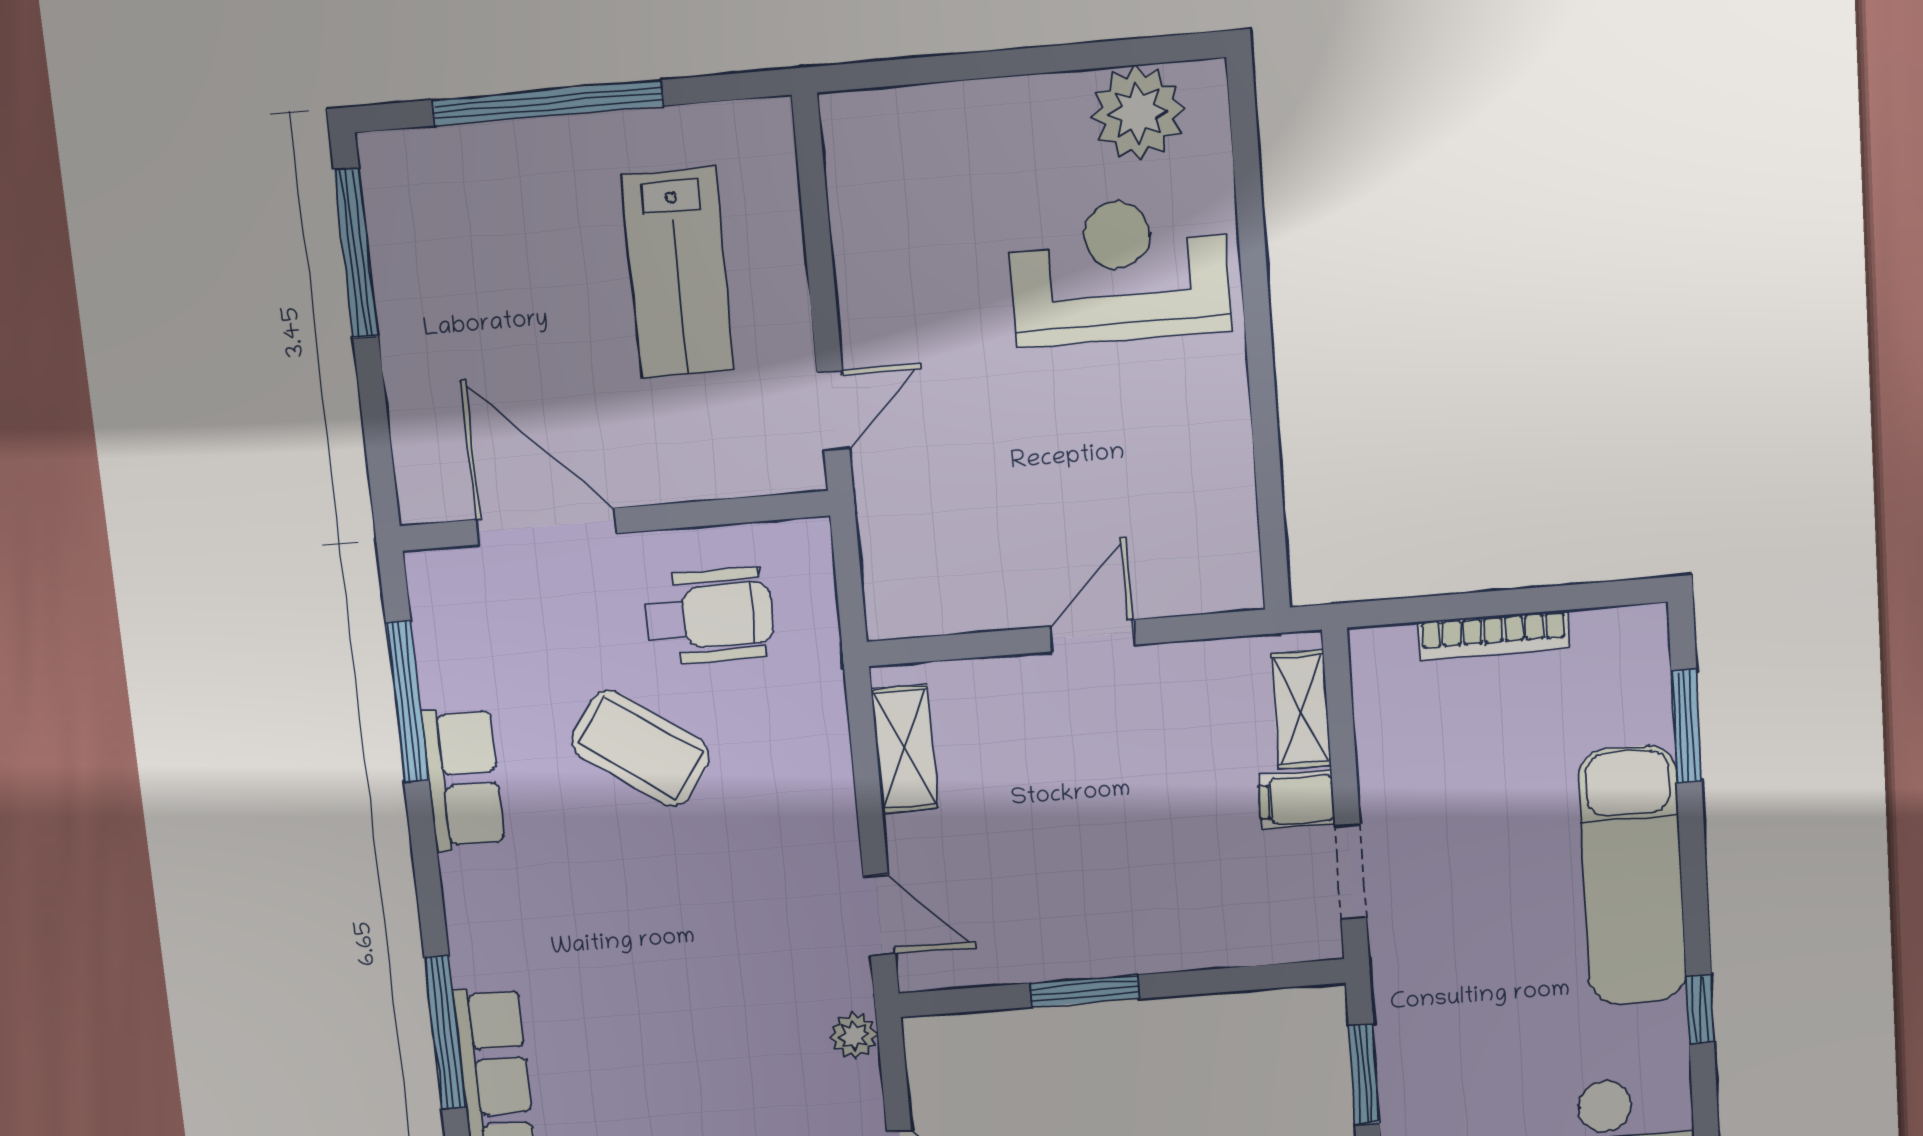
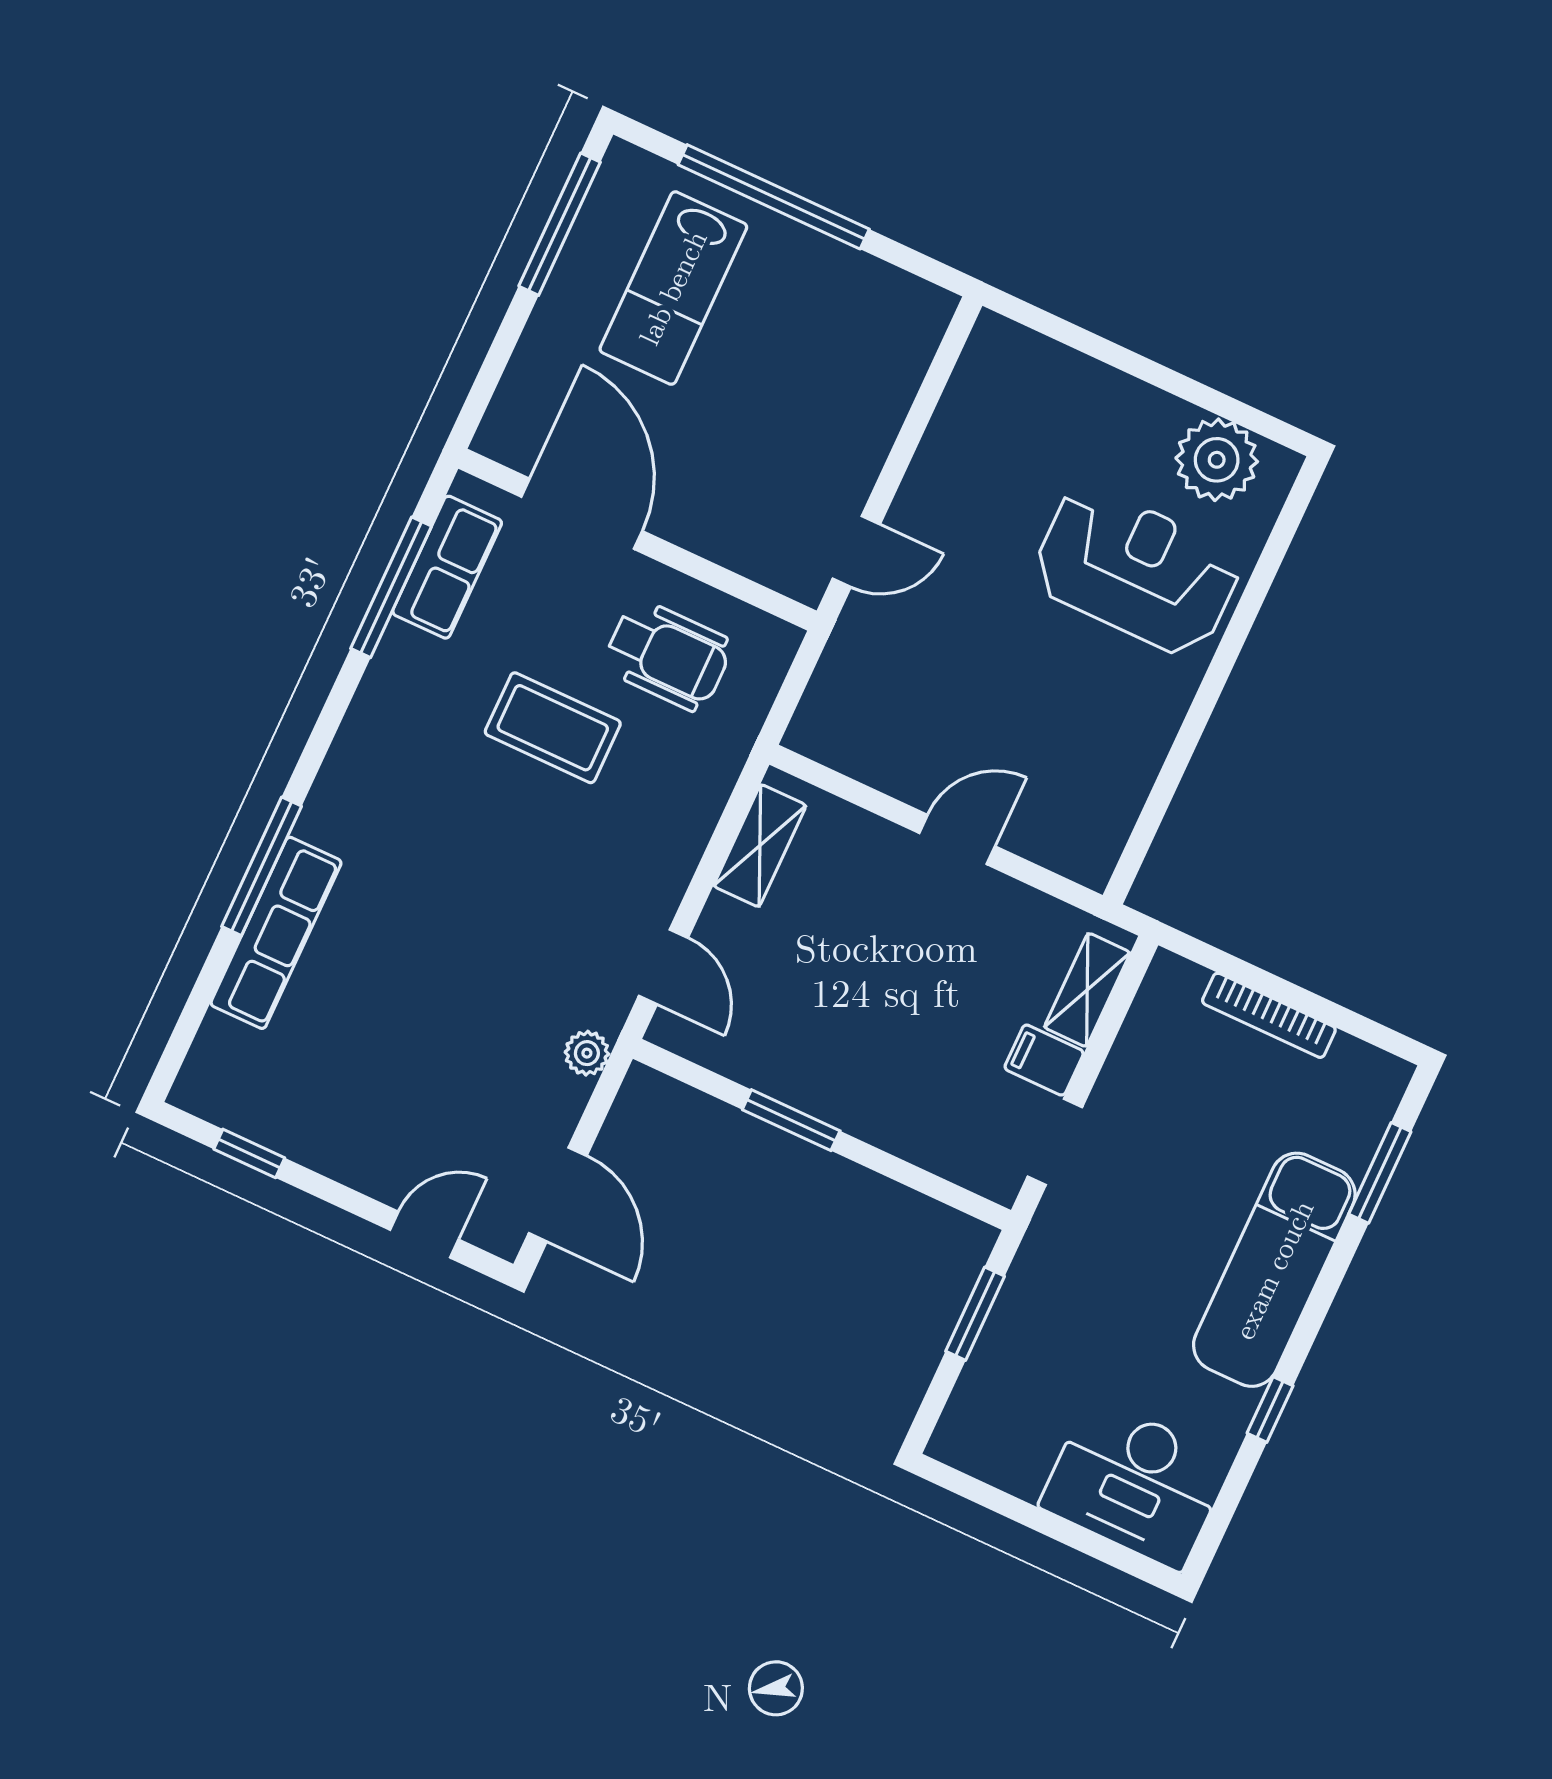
lab bench: (678, 273) -> (673, 288), moved
coffee table: (641, 748) -> (553, 728), turned -35
row of seats: (463, 779) -> (447, 567), moved

